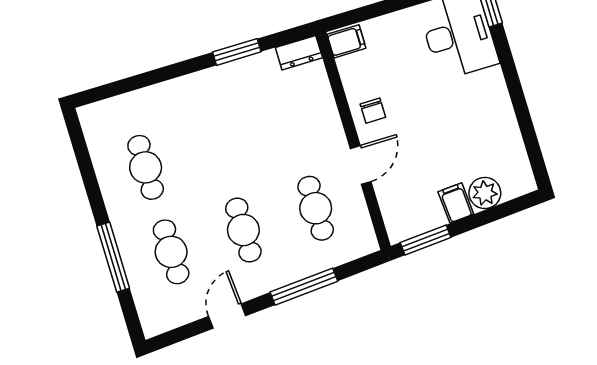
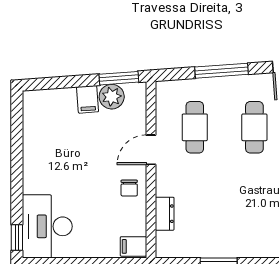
dresser: (299, 53) -> (165, 214), moved, turned 90
chair: (373, 111) -> (129, 188), turned 180
plant: (485, 193) -> (112, 97), moved

